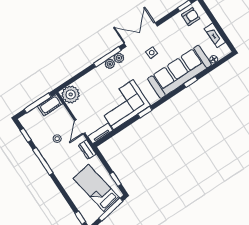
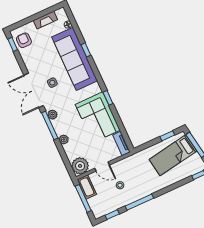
plant: (110, 64) -> (64, 139), moved
door: (80, 127) -> (102, 167), moved
dresser: (87, 150) -> (135, 158), removed

